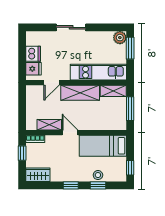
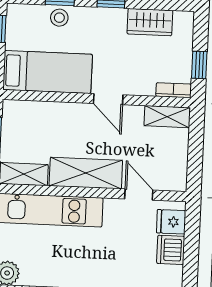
door: (51, 83) -> (139, 195), hinge flipped
shelving: (49, 125) -> (167, 117), moved
wardrobe: (38, 175) -> (150, 22), moved

